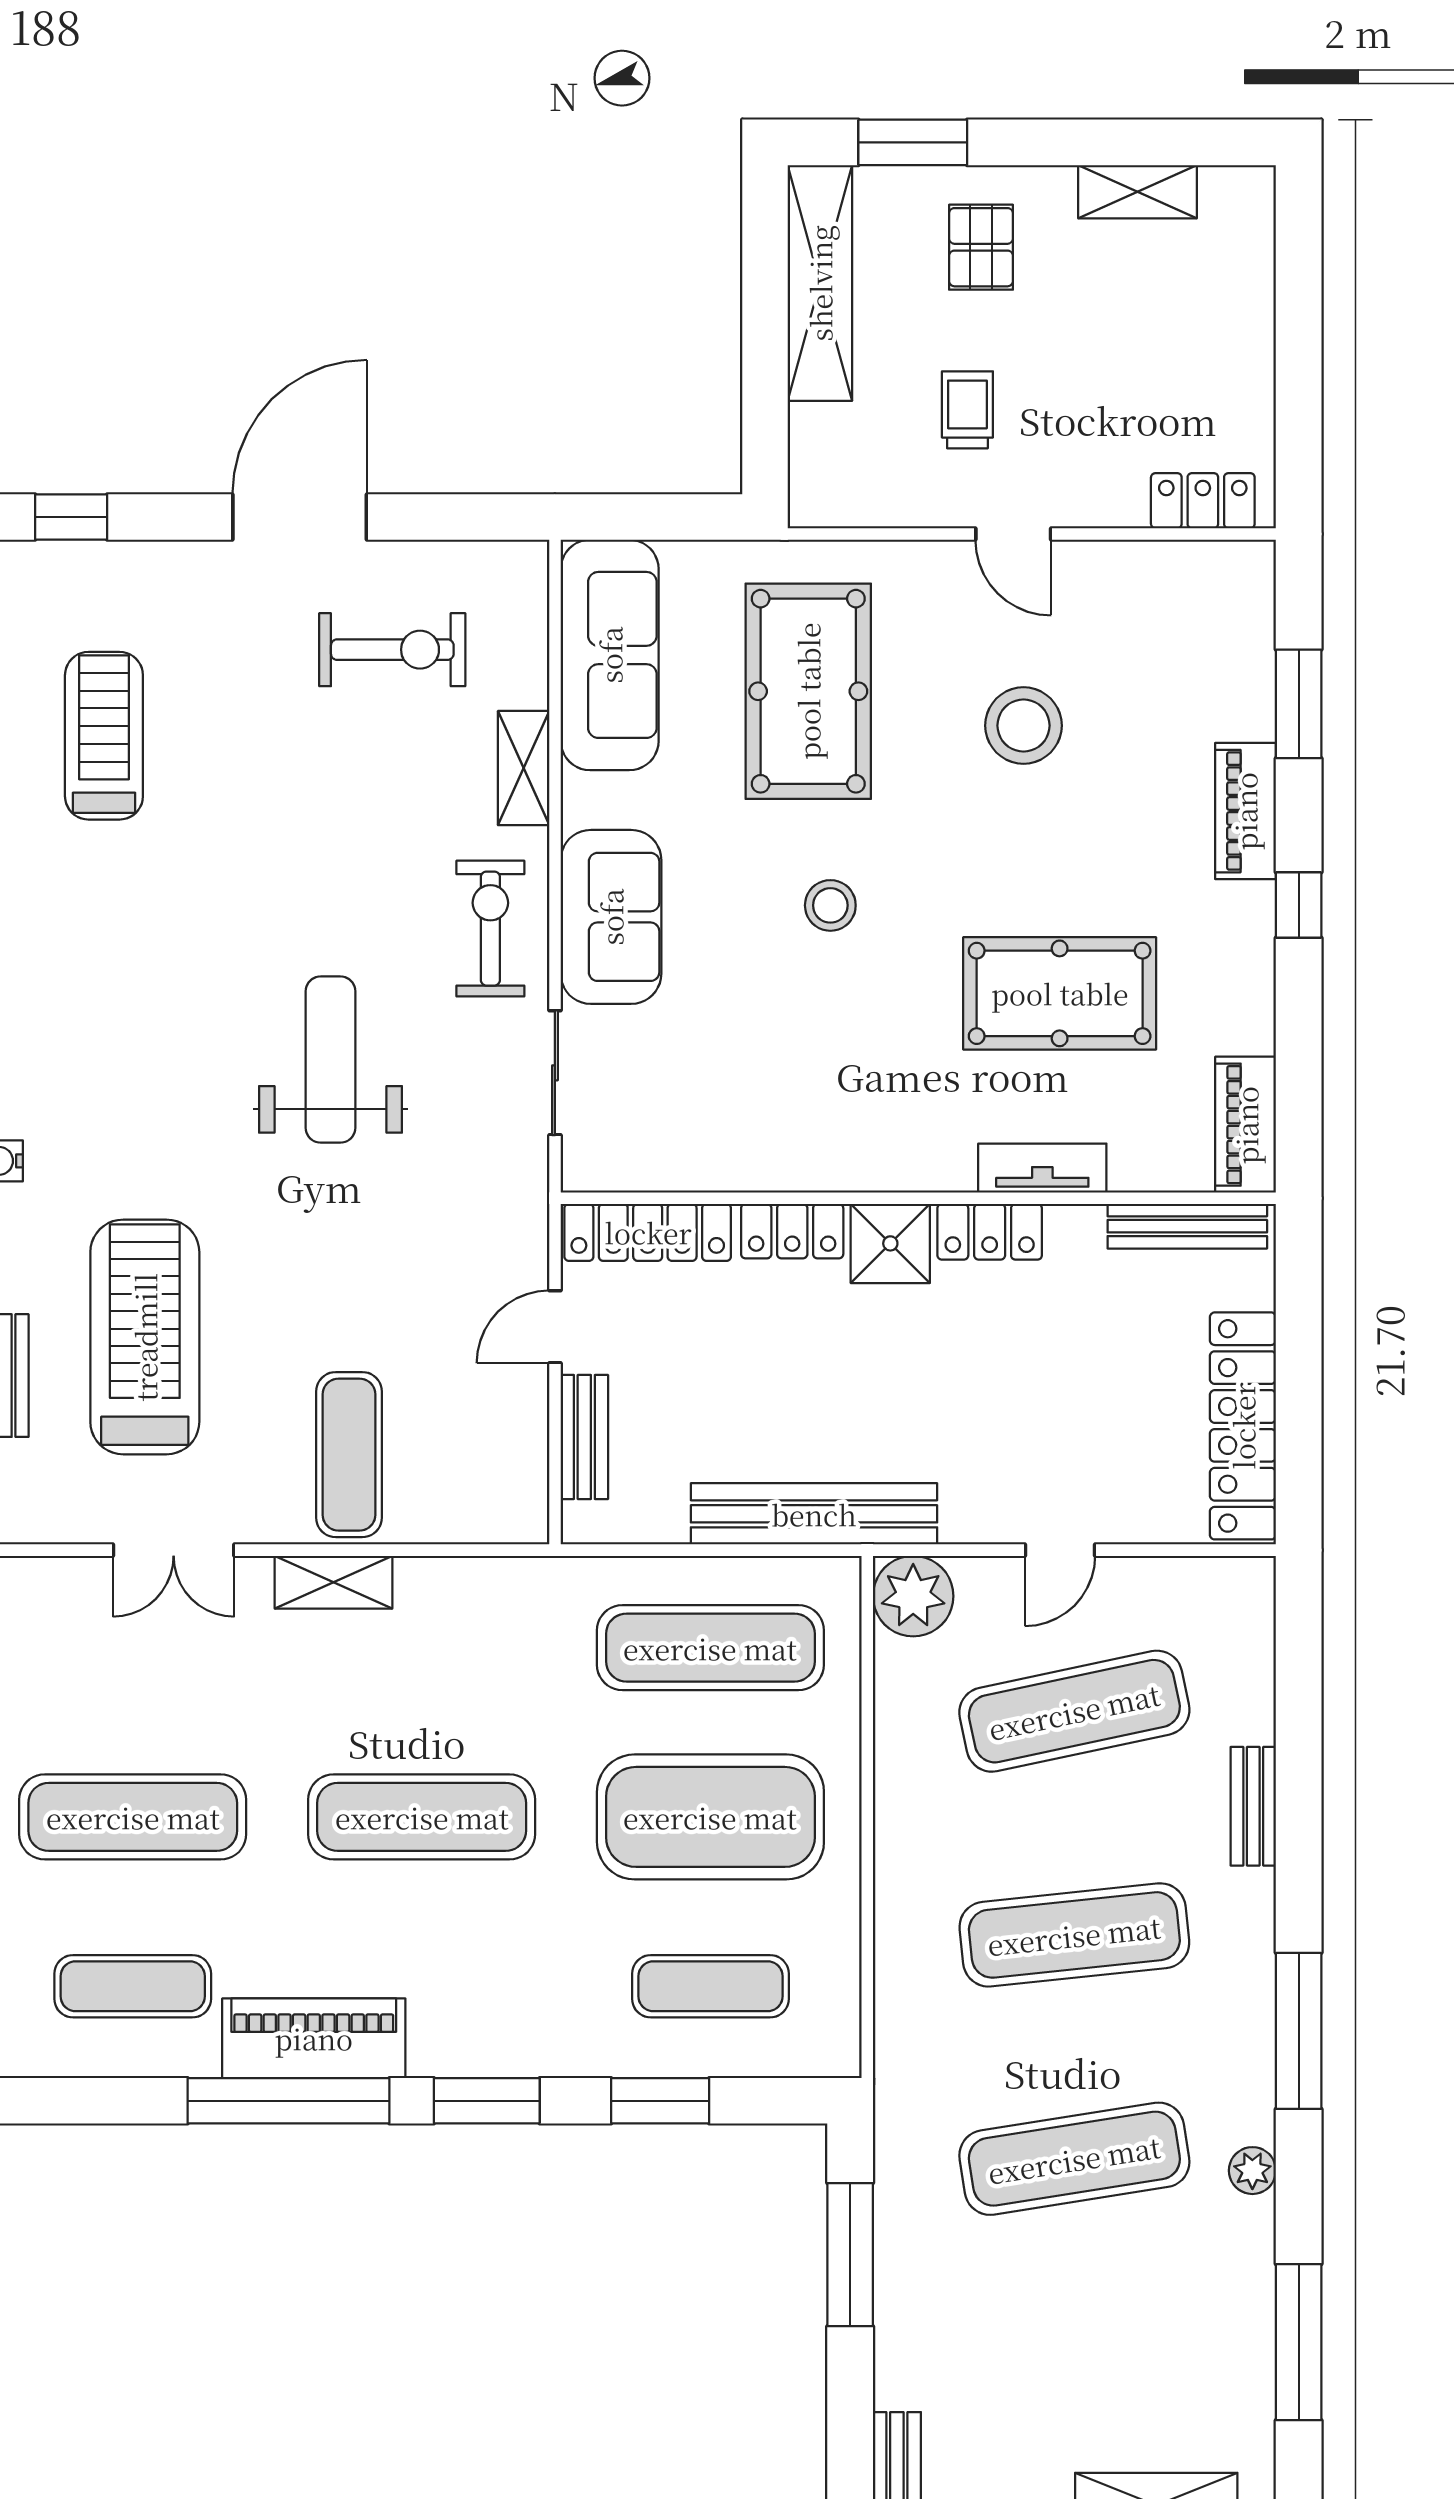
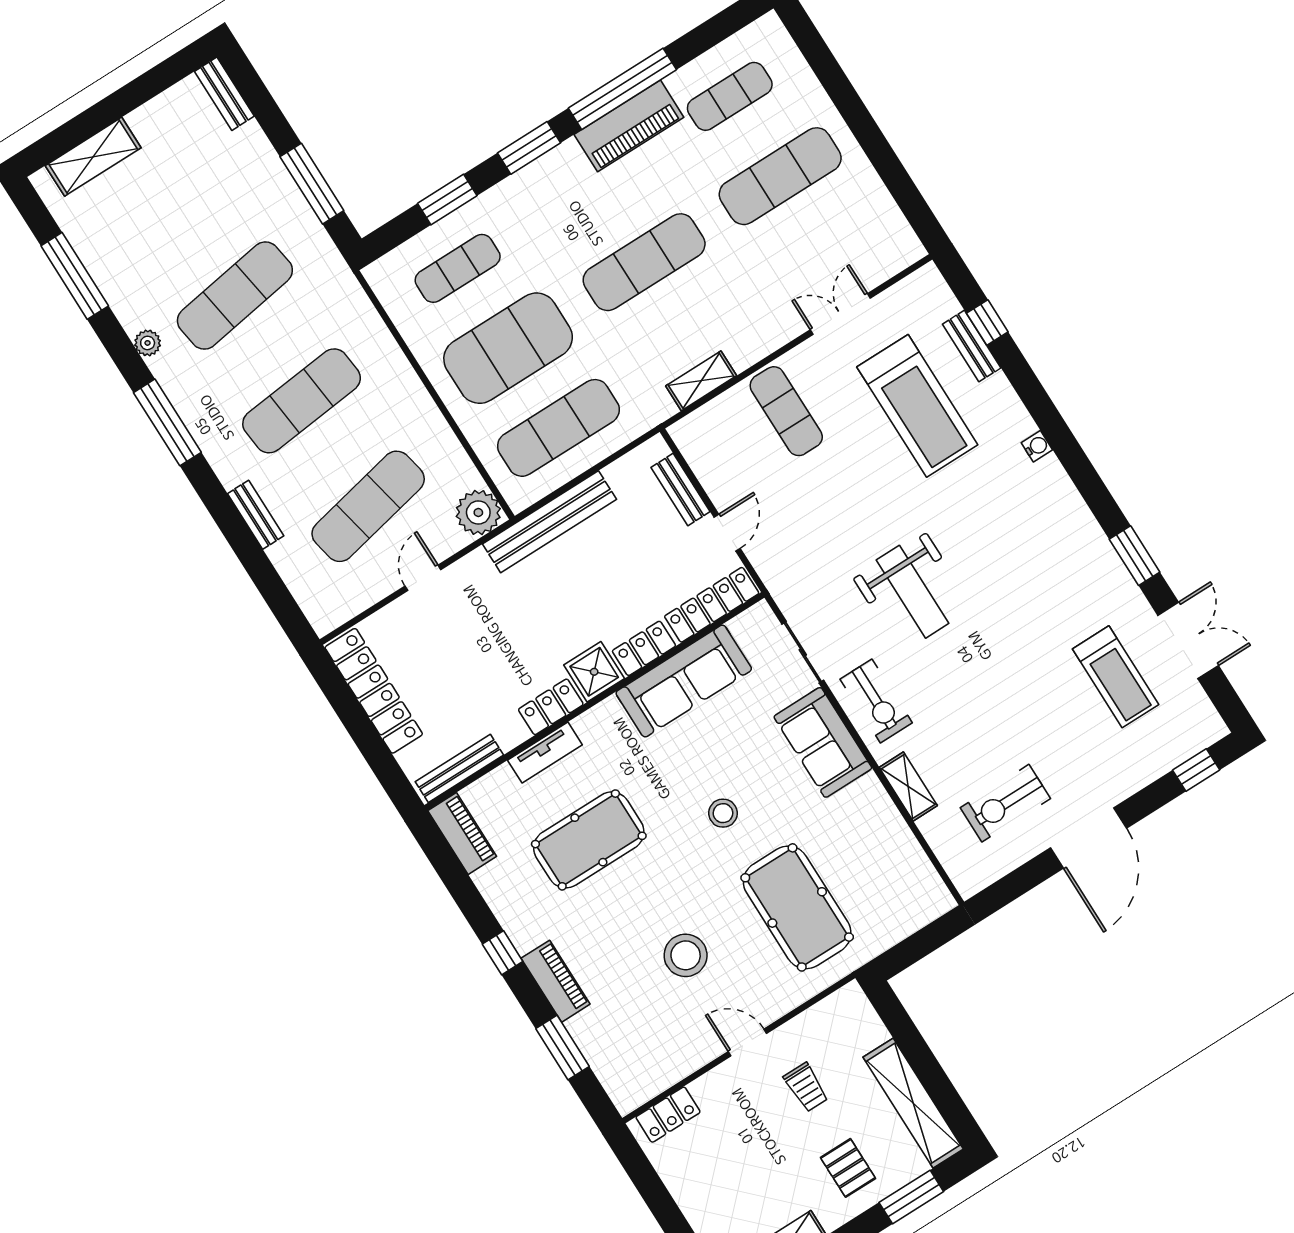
sofa: (610, 655) -> (684, 681), moved, turned -90
shelving: (333, 1582) -> (701, 381), moved

